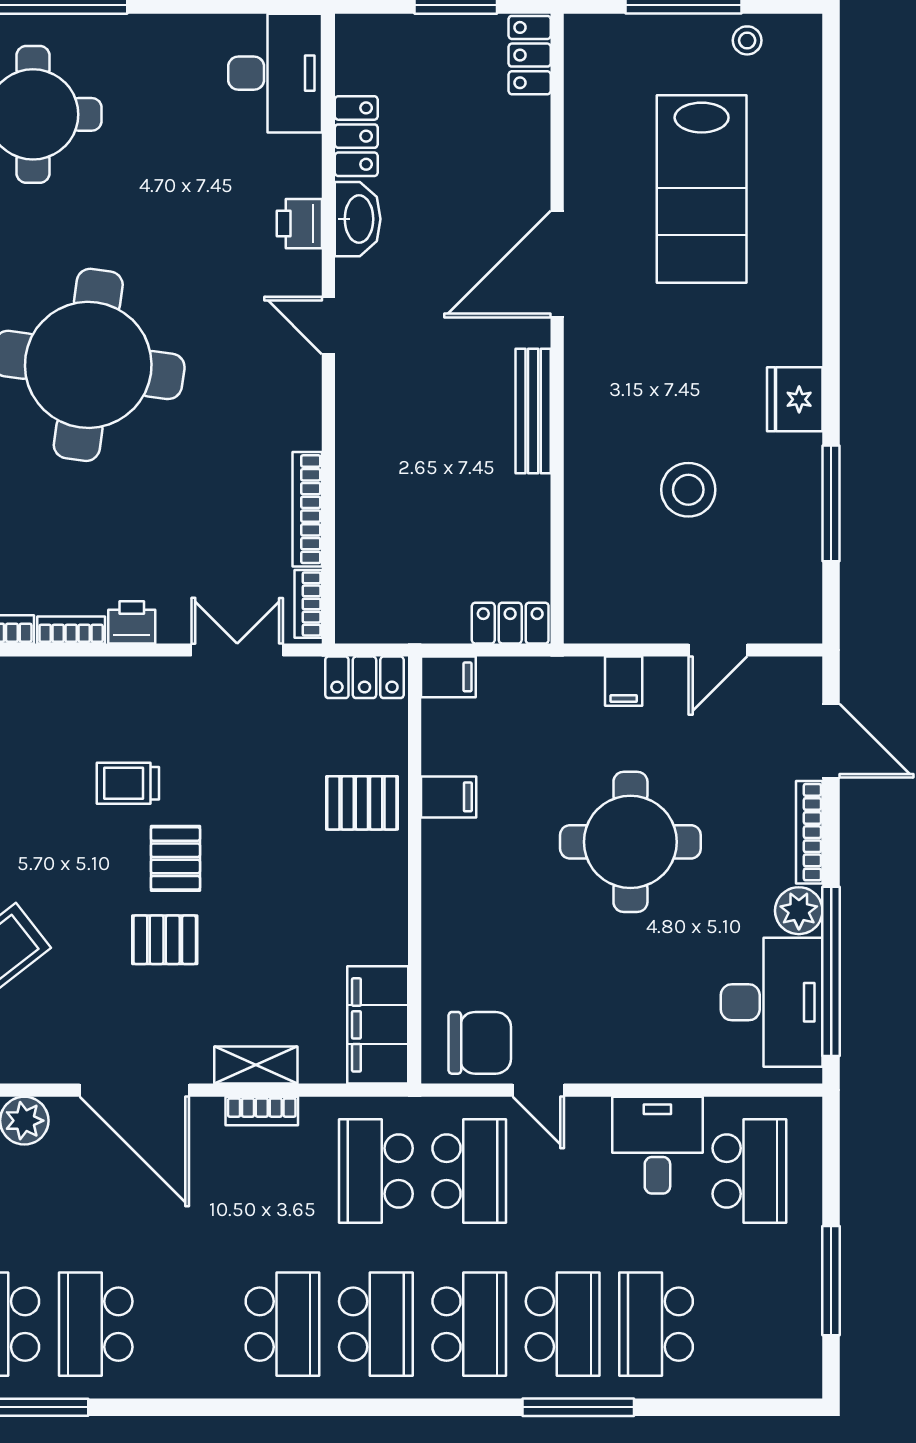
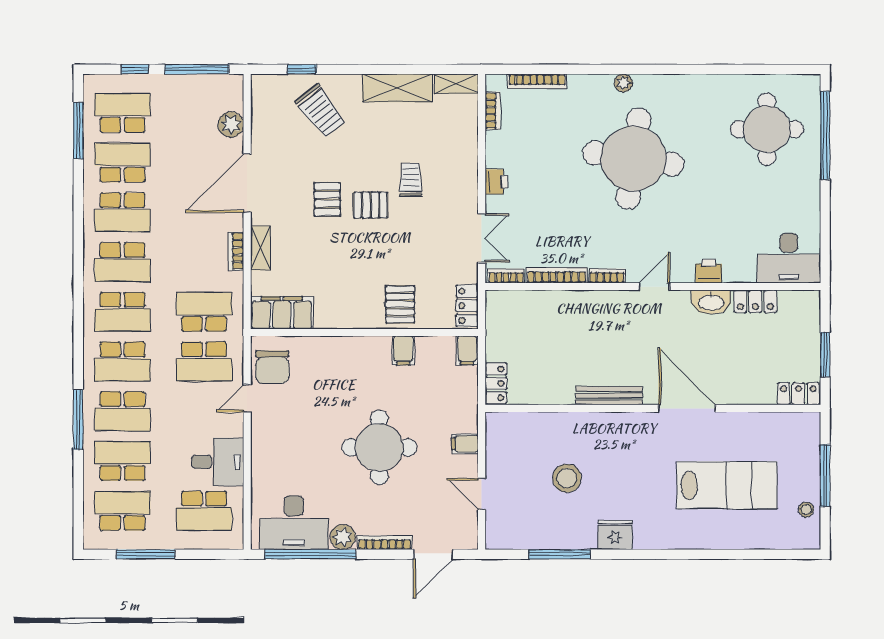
lab bench: (702, 189) -> (727, 485), turned 180
bookcase: (71, 630) -> (607, 276), moved, turned -90
school desk: (189, 1324) -> (122, 212), added
school desk: (749, 1324) -> (122, 511), added

